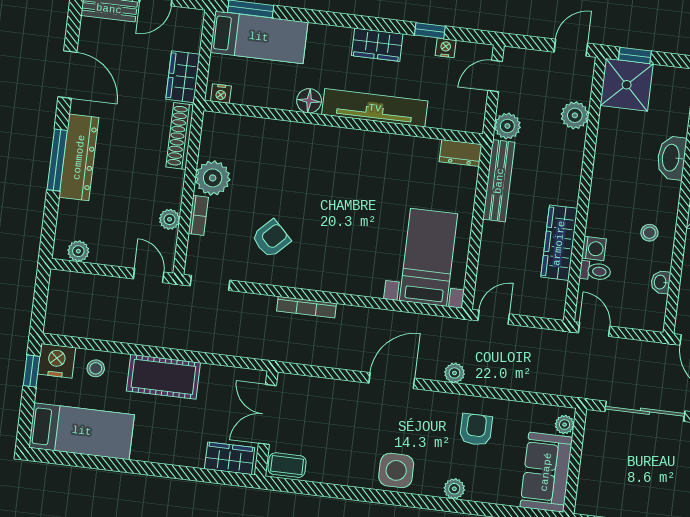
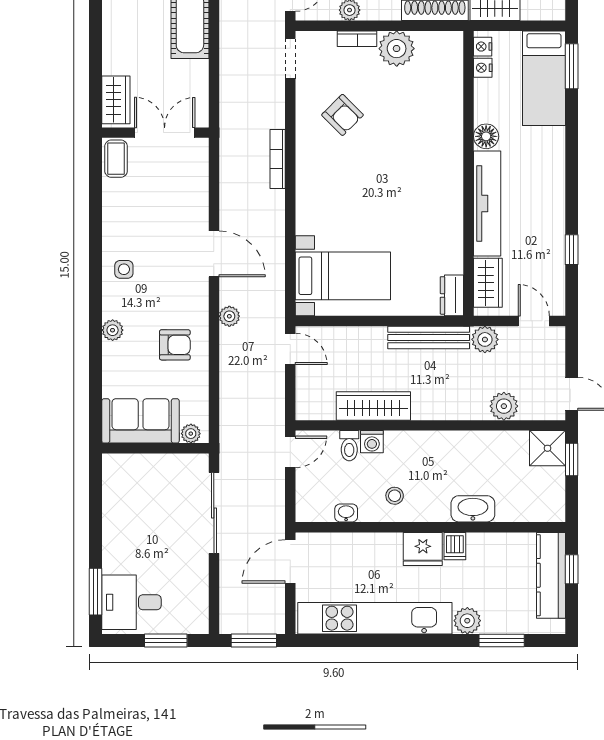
wardrobe: (377, 45) -> (488, 283), moved, turned 180
nightstand: (446, 48) -> (483, 68), moved, turned 180
shower: (627, 85) -> (547, 448), width x0.73, depth x0.73
side table: (396, 470) -> (124, 269), width x0.54, depth x0.54

